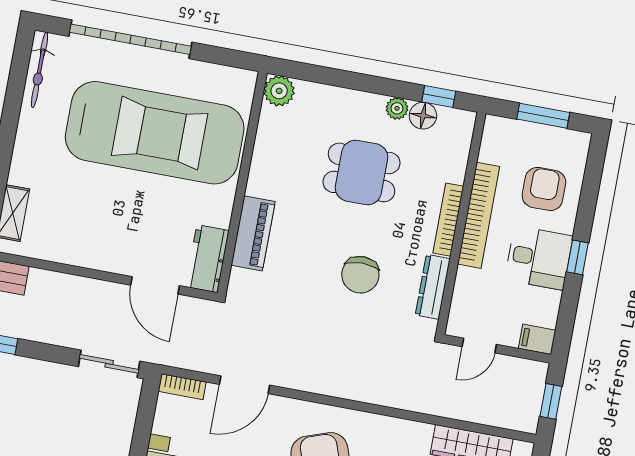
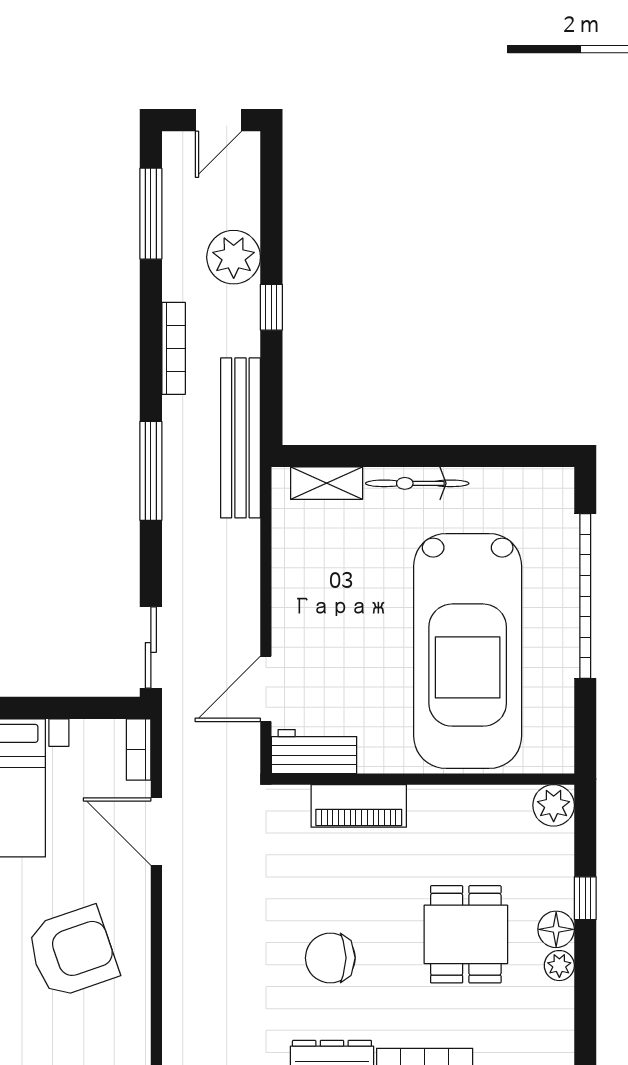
bicycle: (40, 70) -> (417, 483), moved
window: (439, 96) -> (585, 898), moved
floor lamp: (423, 116) -> (556, 929), moved

